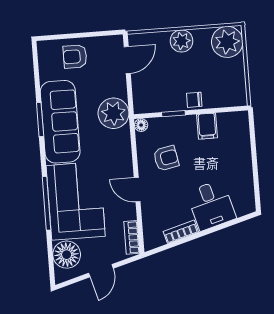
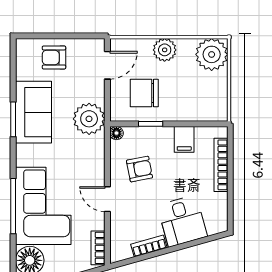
chair: (194, 100) -> (144, 93), moved, width x1.87, depth x1.87
sofa: (60, 122) -> (33, 112), width x0.73
bookcase: (244, 148) -> (221, 165), added

